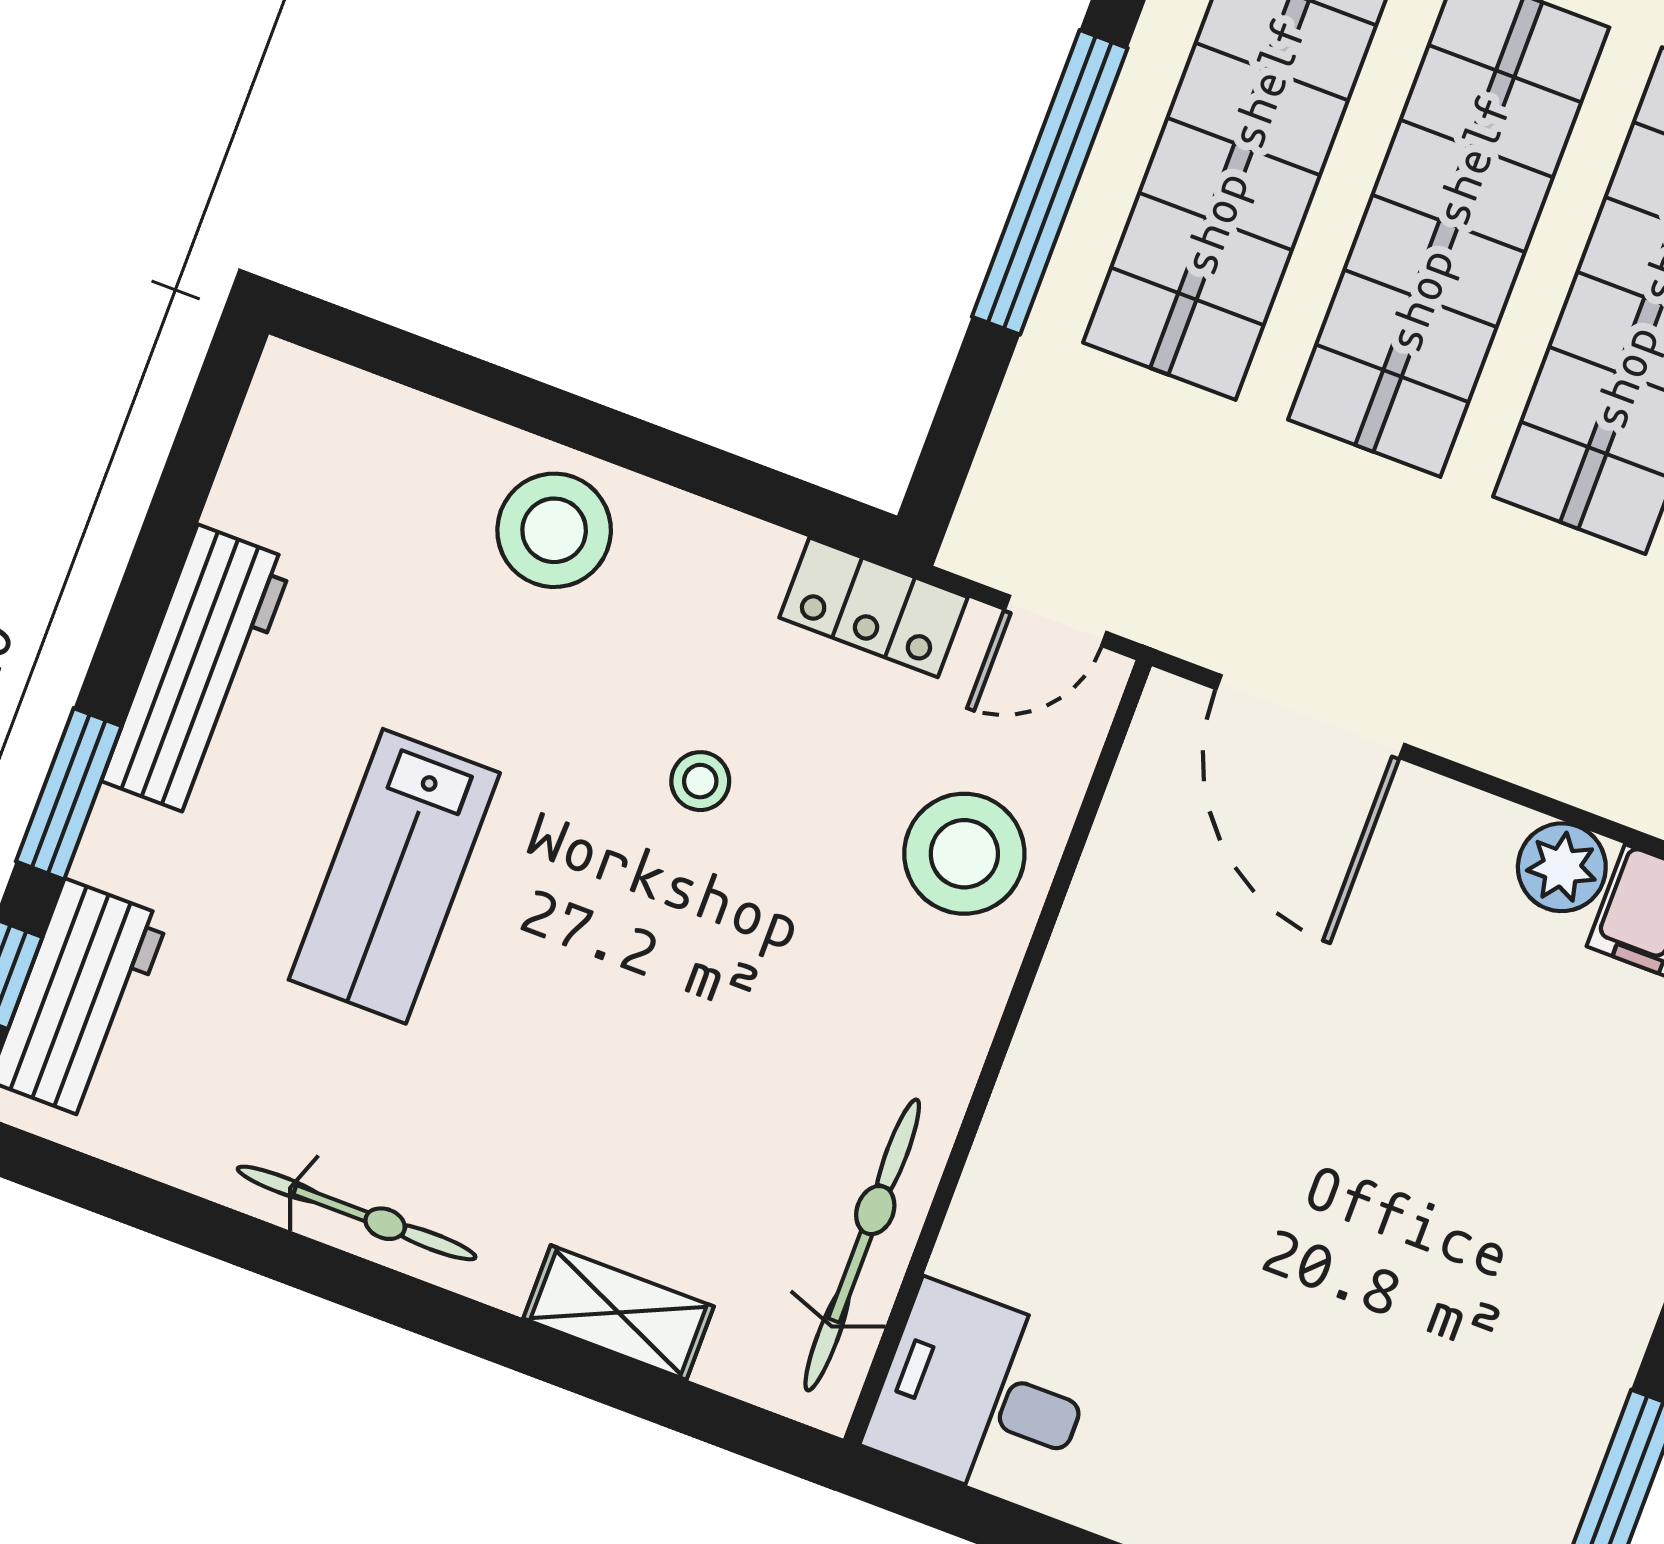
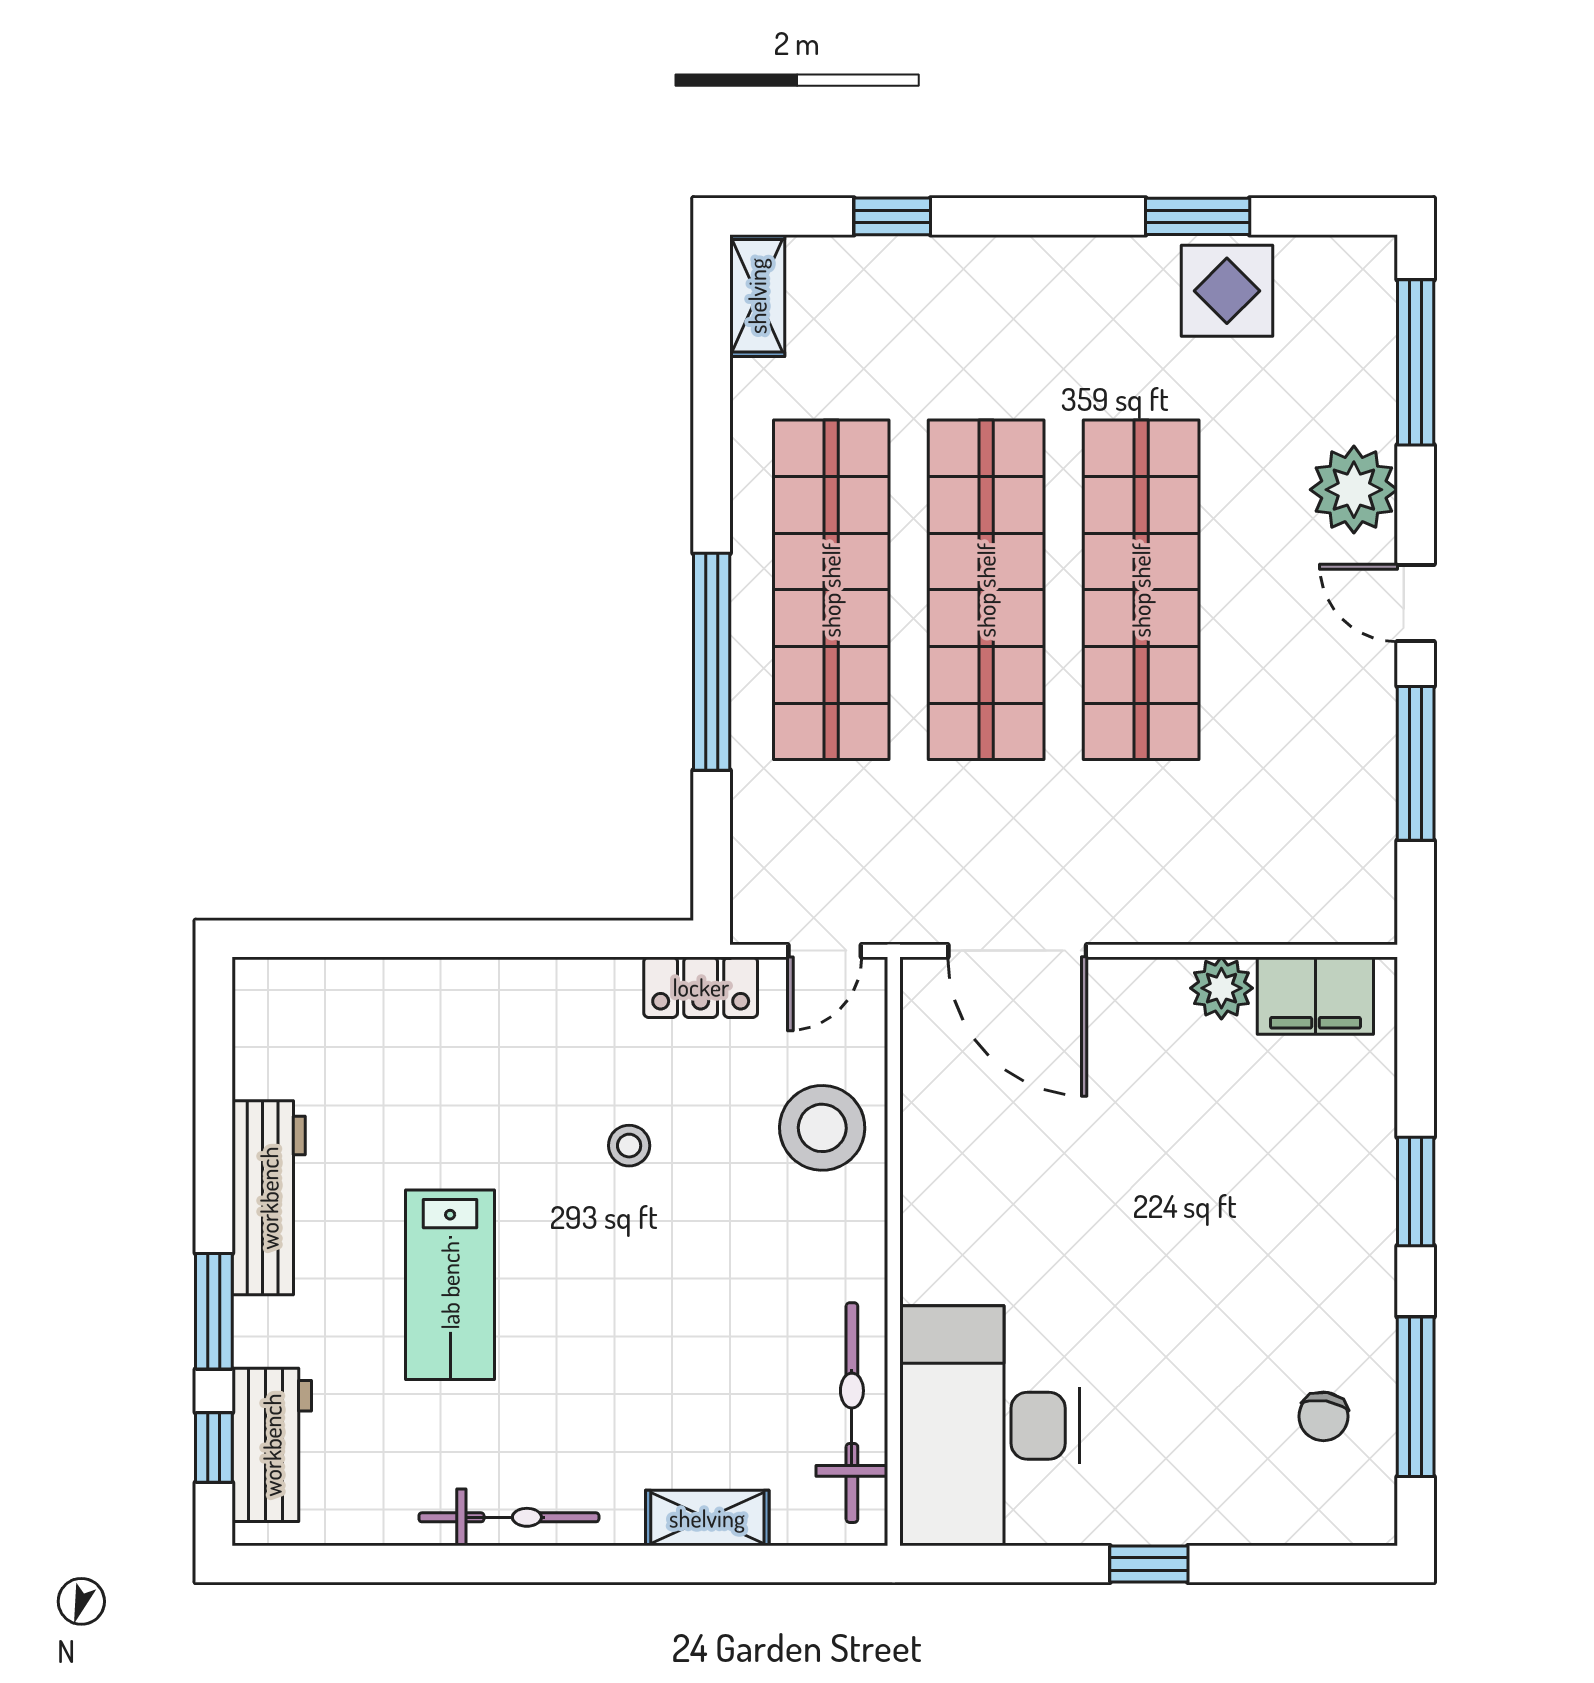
stool: (554, 530) -> (470, 1016), removed
desk: (982, 1394) -> (990, 1426), width x1.87, depth x1.30
chair: (1484, 1484) -> (1323, 1416), added

